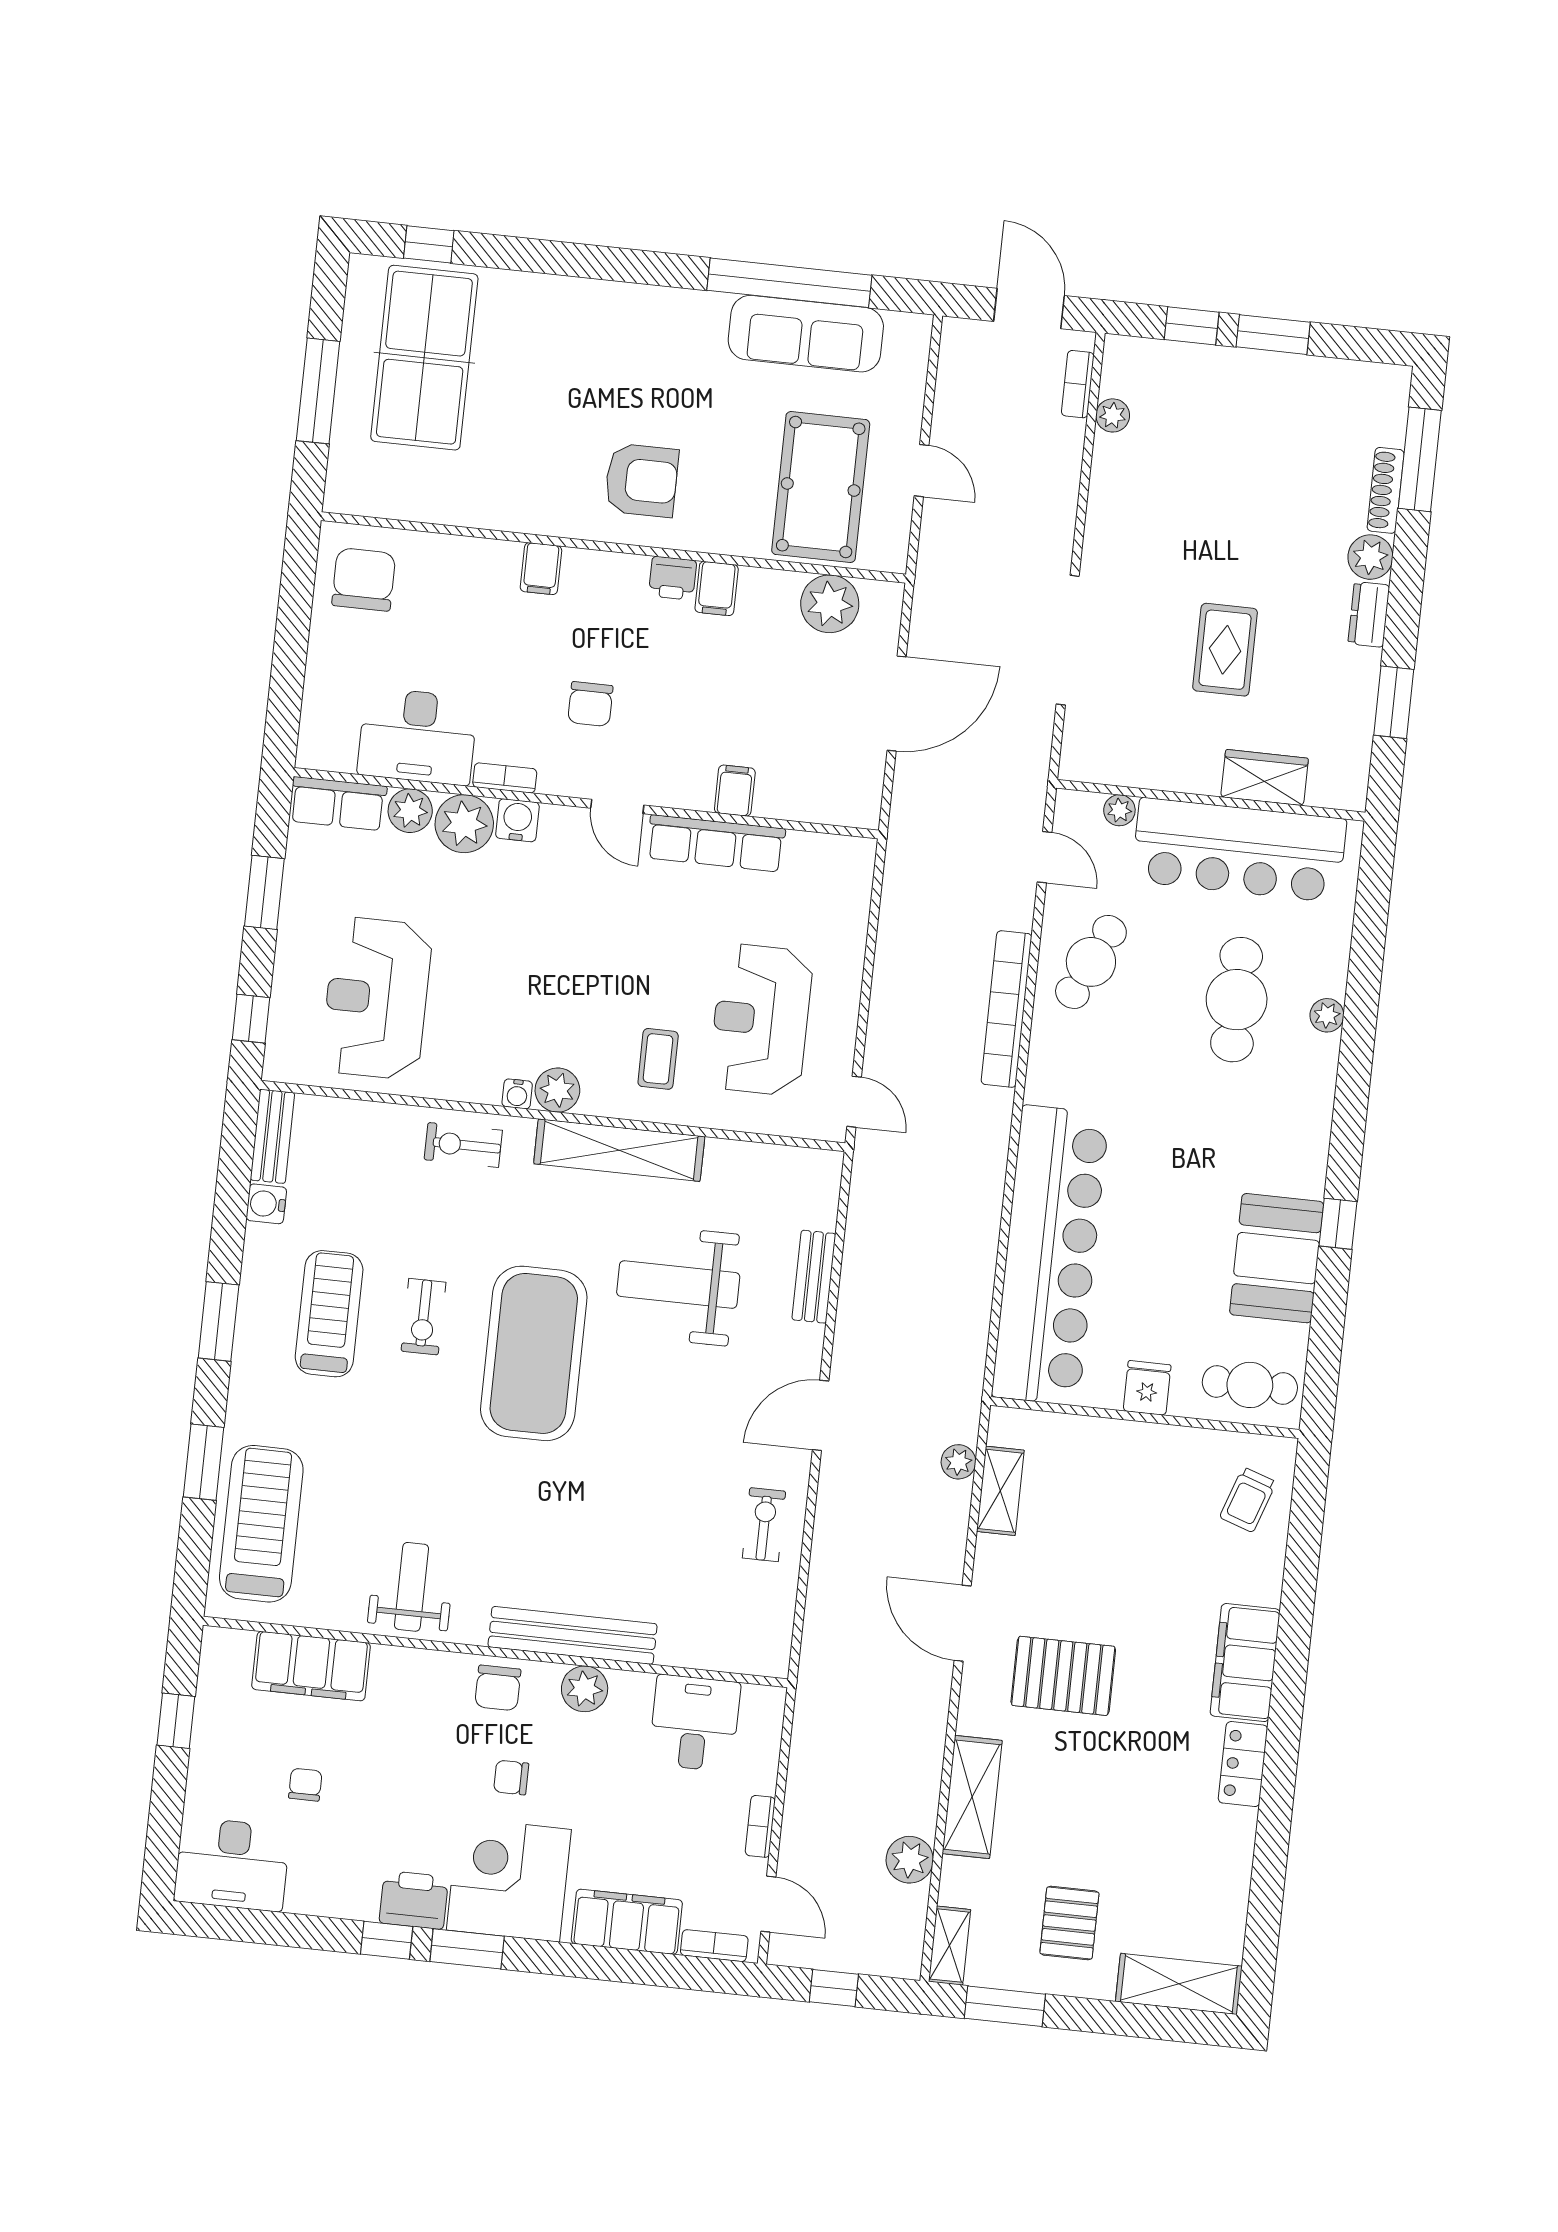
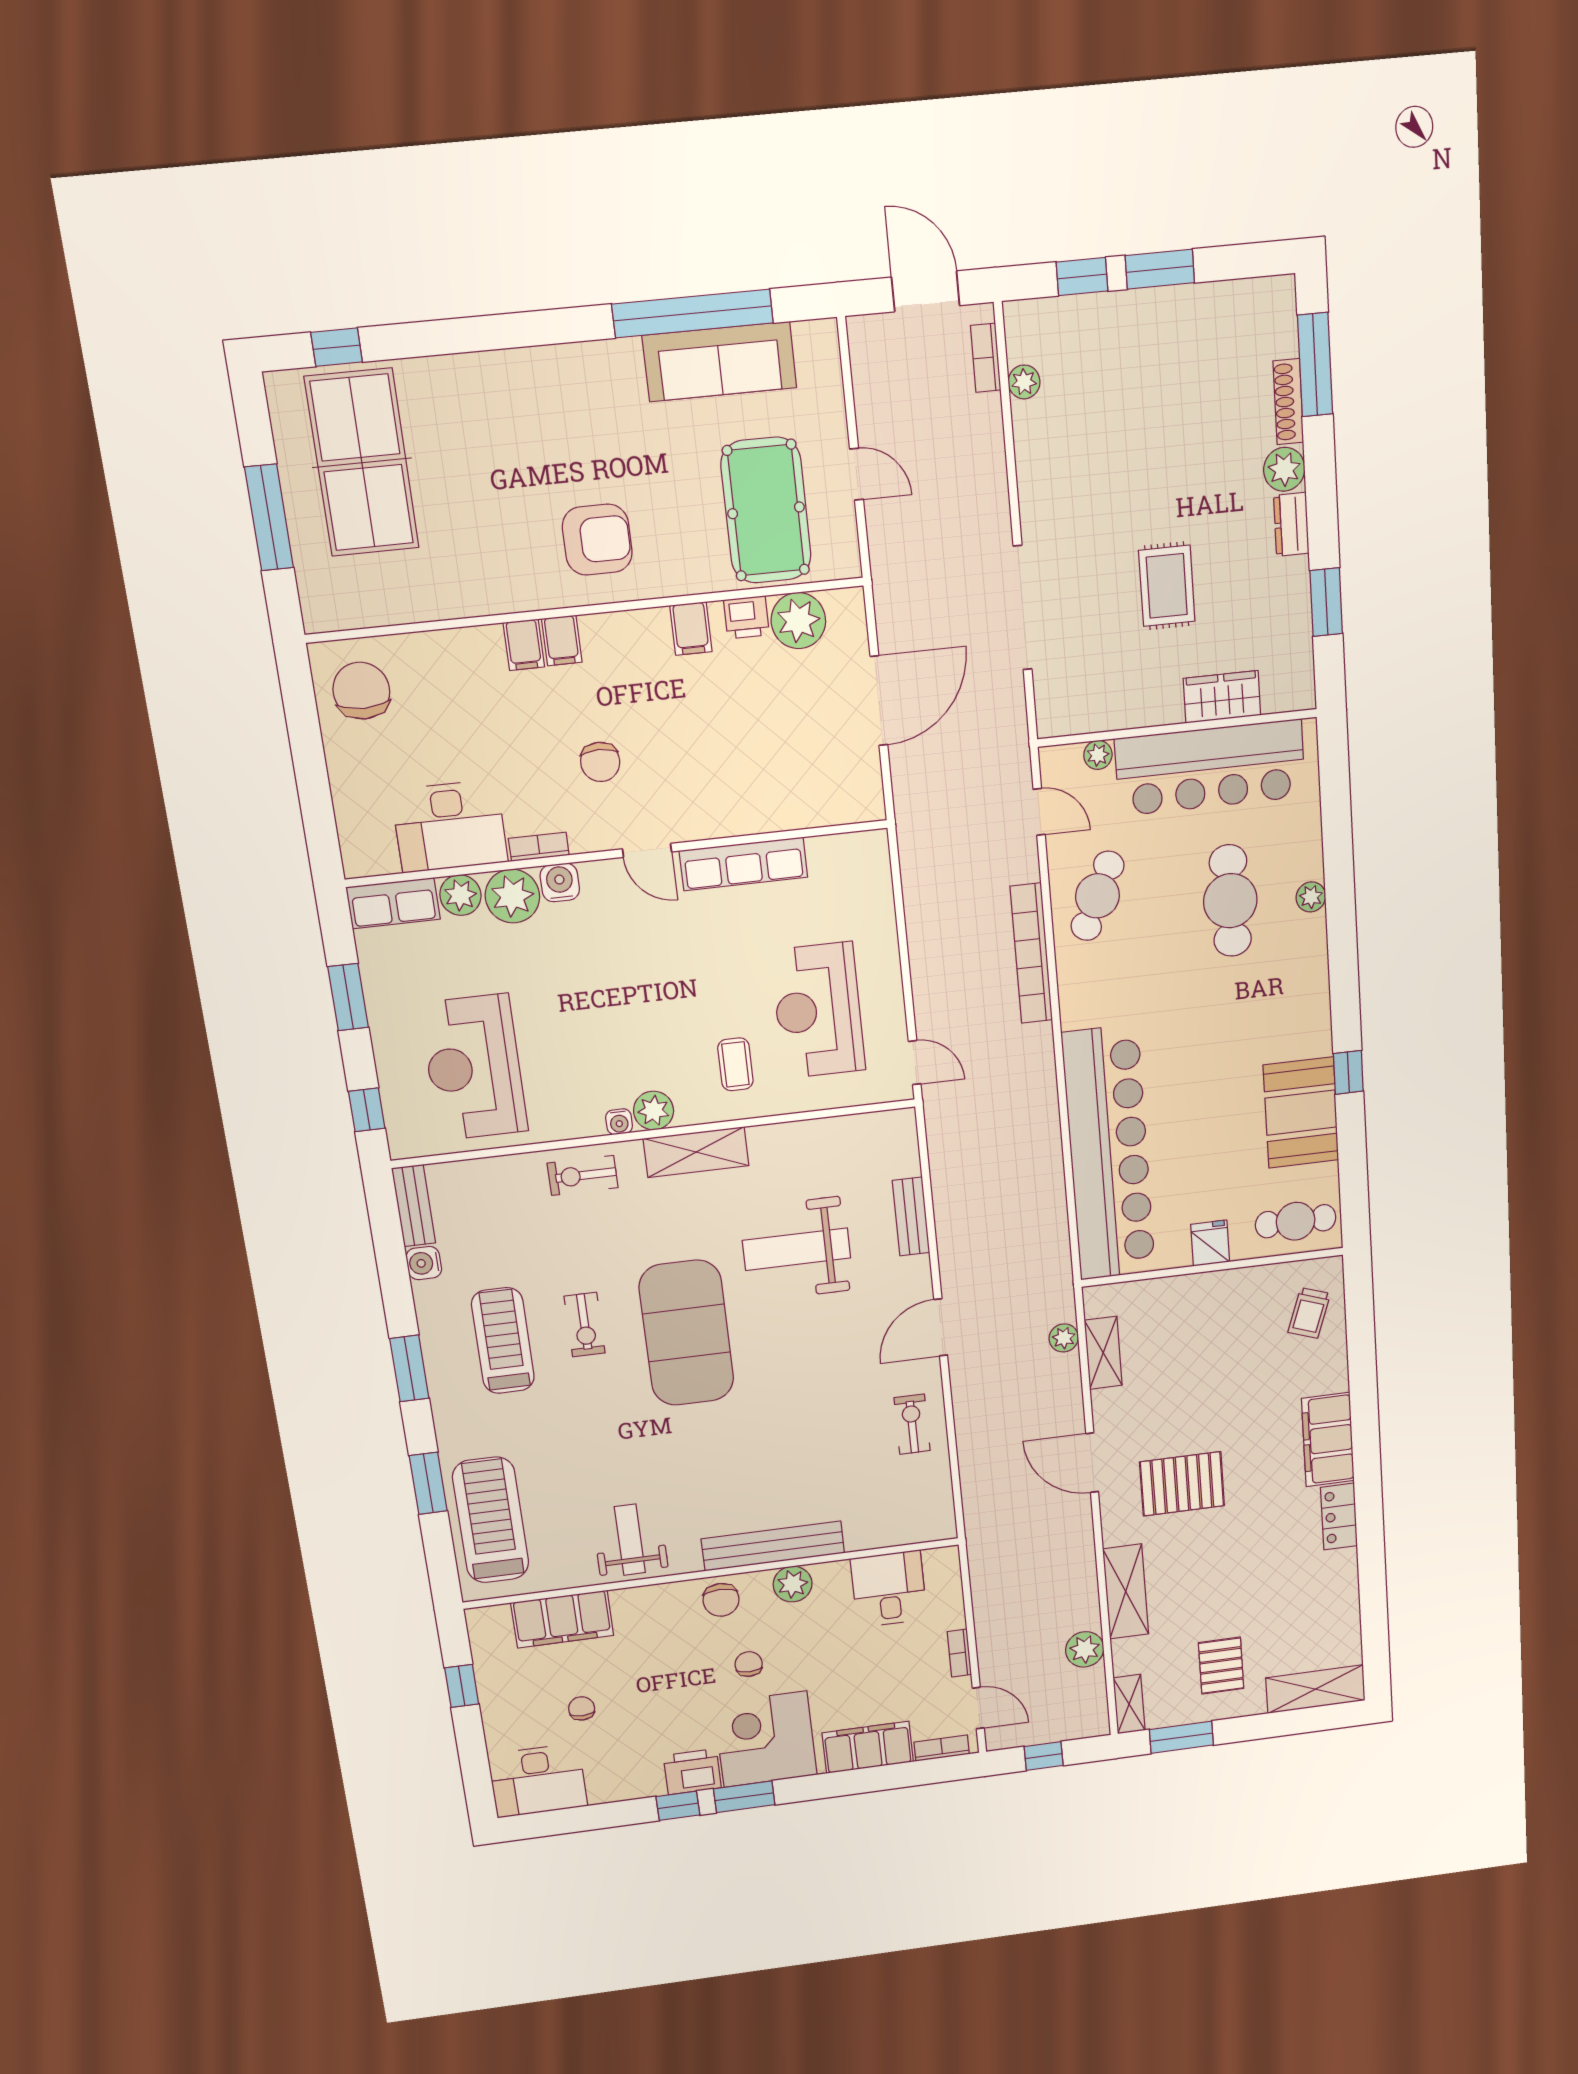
printer: (673, 578) -> (746, 617), moved
filing cabinet: (735, 791) -> (562, 641), moved, turned 180
shelving: (619, 1150) -> (696, 1152), width x0.68
chair: (511, 1778) -> (749, 1664), turned 90

